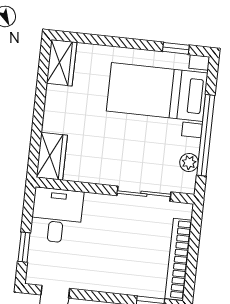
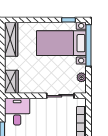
wardrobe: (62, 63) -> (11, 39), width x1.50
window: (206, 135) -> (88, 45), moved

